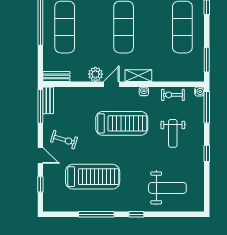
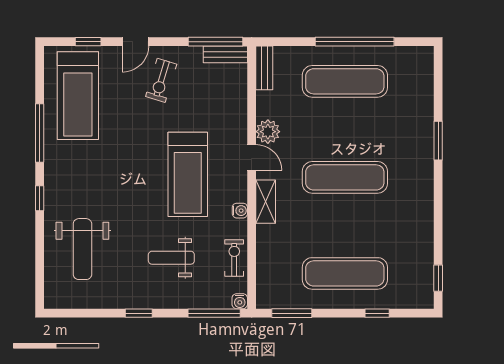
treadmill: (93, 177) -> (78, 96), moved

